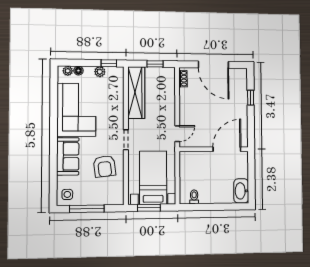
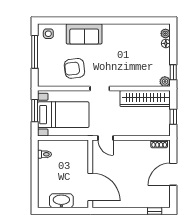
door: (213, 65) -> (173, 174), width x0.73
plant: (100, 72) -> (165, 82), moved
window: (251, 98) -> (155, 211), moved
corner sofa: (76, 110) -> (128, 42), removed
washbasin: (241, 191) -> (61, 201), moved

